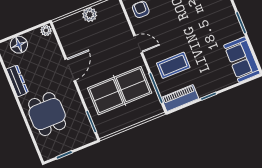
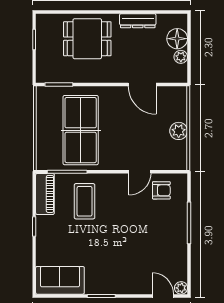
plant: (46, 30) -> (181, 57), moved
door: (138, 44) -> (140, 172), moved
door: (70, 70) -> (142, 85), moved

